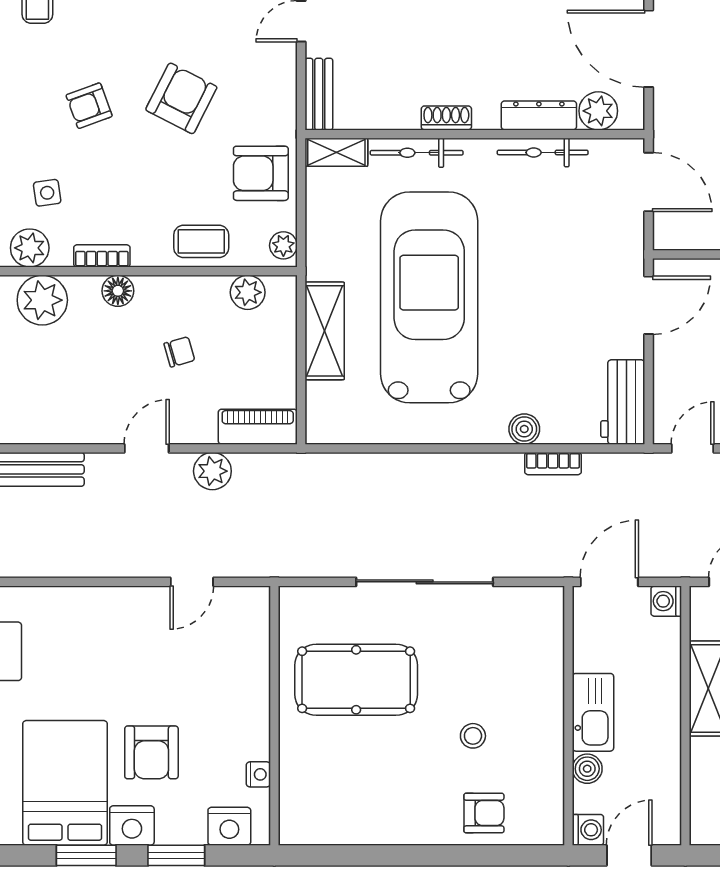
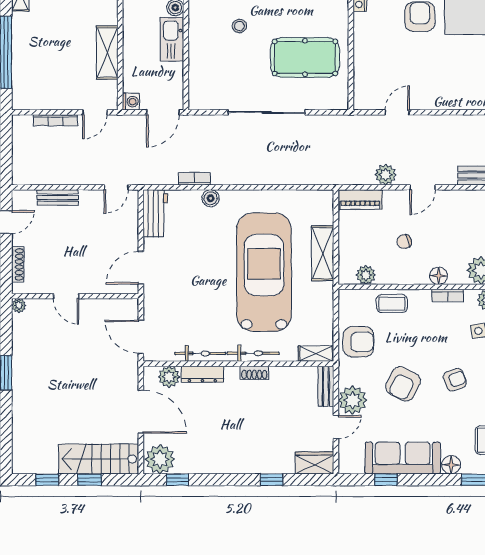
bicycle: (417, 153) -> (253, 353), moved
plant: (283, 245) -> (352, 400), moved, width x1.88, depth x1.88
car: (429, 297) -> (264, 272), turned 180

